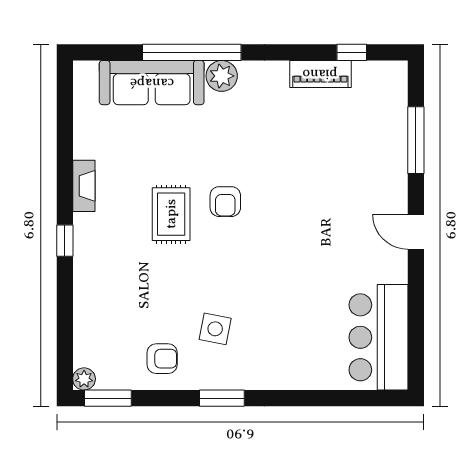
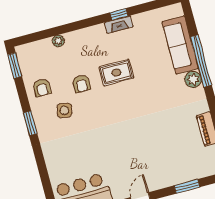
window: (416, 140) -> (187, 186), width x0.69
armchair: (225, 202) -> (81, 84), moved, turned -90
window: (65, 241) -> (119, 14), moved
plant: (84, 379) -> (58, 41), moved

